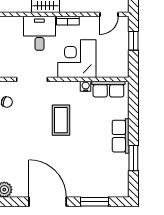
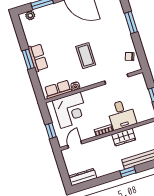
corner desk: (77, 59) -> (70, 110), moved
window: (133, 158) -> (28, 59), moved
plant: (114, 191) -> (30, 15), added

